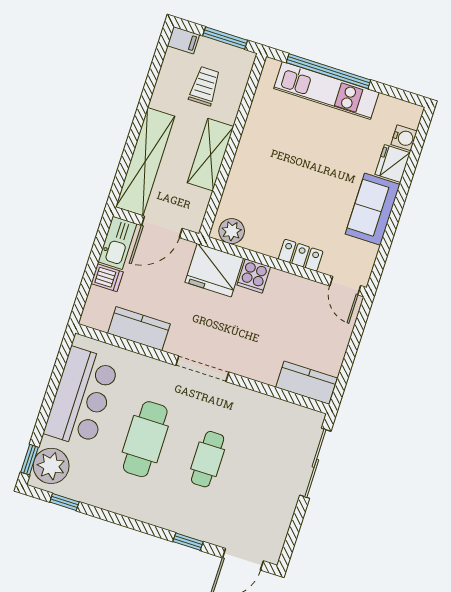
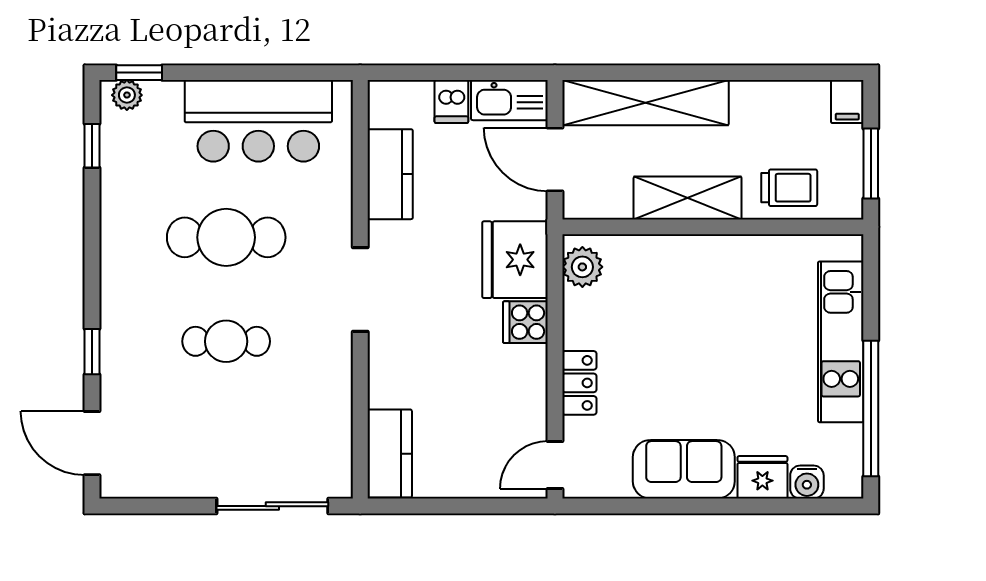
window: (328, 71) -> (871, 408), moved
trolley: (205, 86) -> (789, 188), moved
plant: (51, 466) -> (127, 95), width x0.53, depth x0.53

